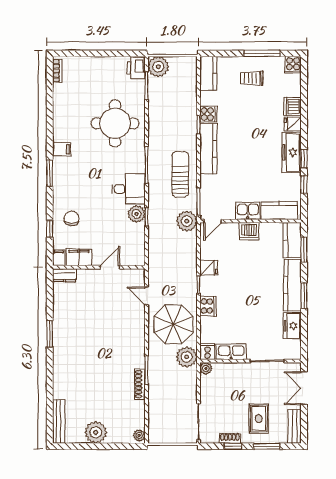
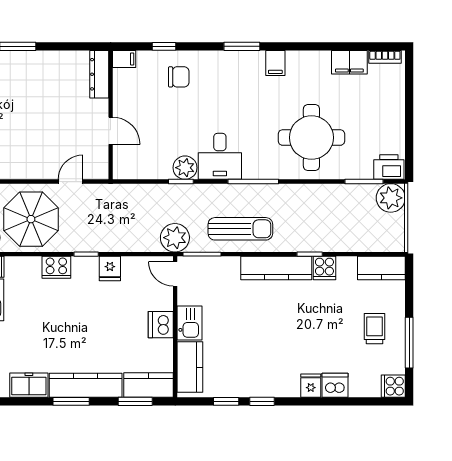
freezer: (292, 152) -> (271, 384), removed
filing cabinet: (79, 257) -> (349, 62), moved, turned 90
dresser: (64, 275) -> (99, 74), width x1.44

